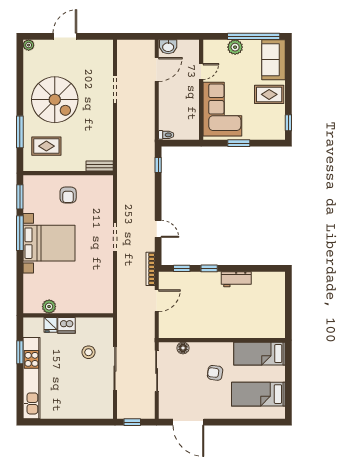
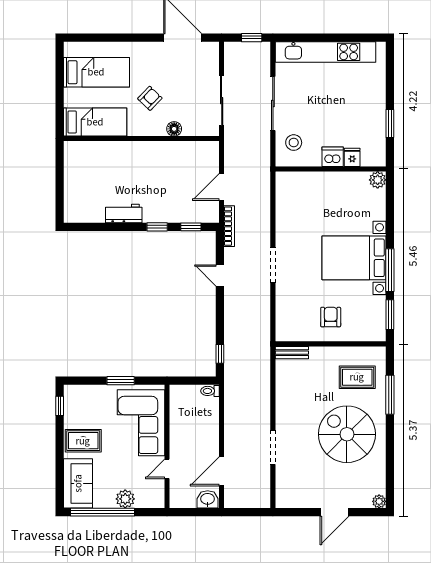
plant: (49, 307) -> (378, 180), moved
floor lamp: (183, 348) -> (174, 129), moved
stool: (88, 352) -> (294, 143), moved
armchair: (215, 373) -> (150, 98), turned -54
kitchen unit: (32, 378) -> (326, 52), moved, turned -90

